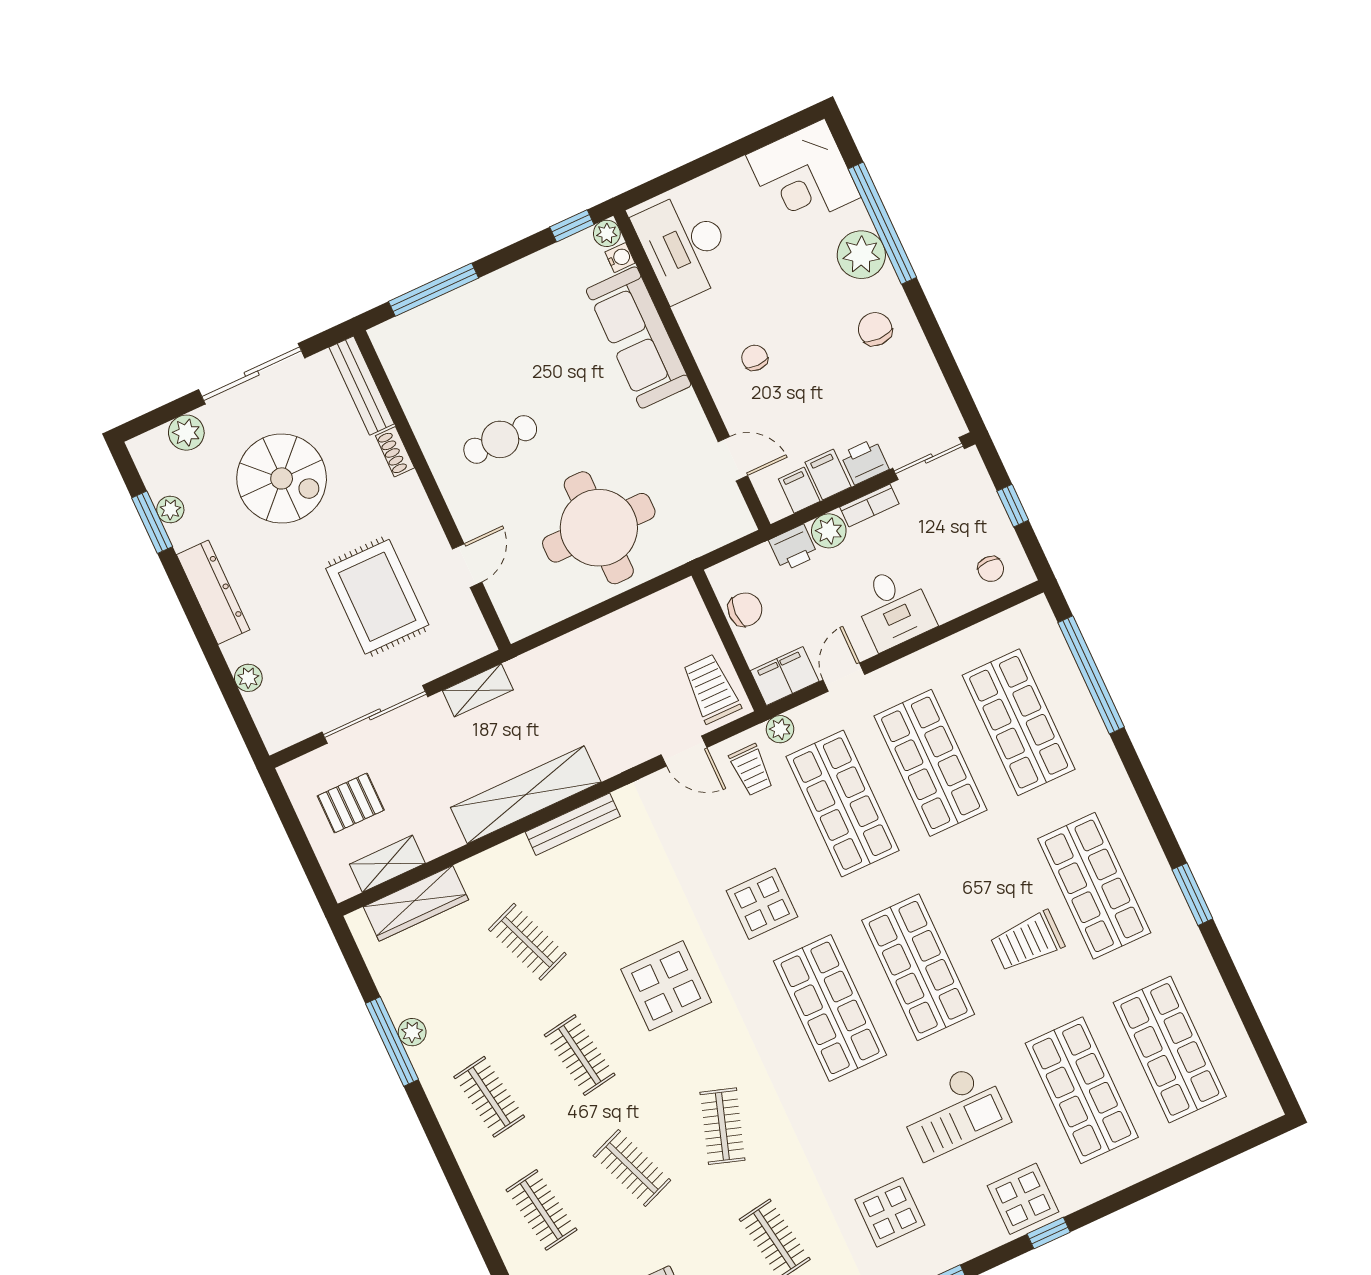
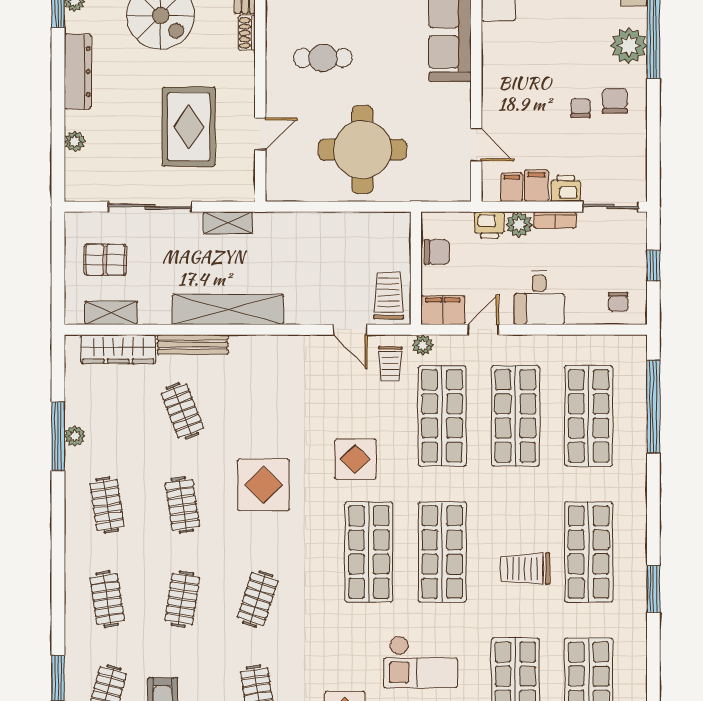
chair: (755, 358) -> (581, 108), moved
bench: (573, 824) -> (193, 345), moved
clothes rail: (632, 1168) -> (182, 599), turned 30

